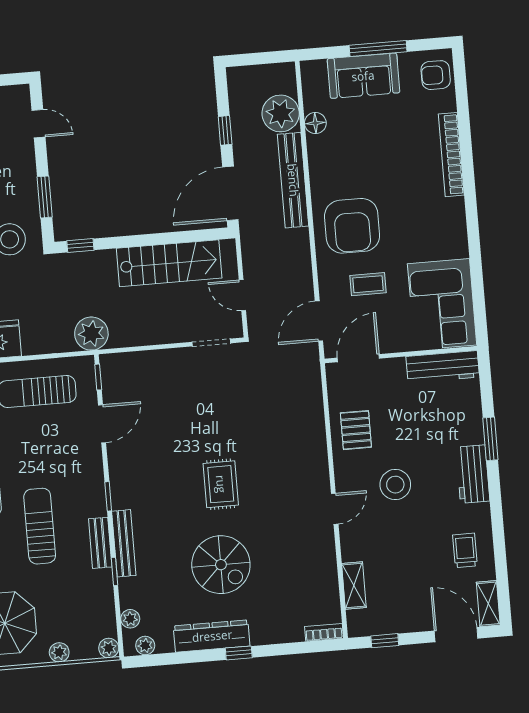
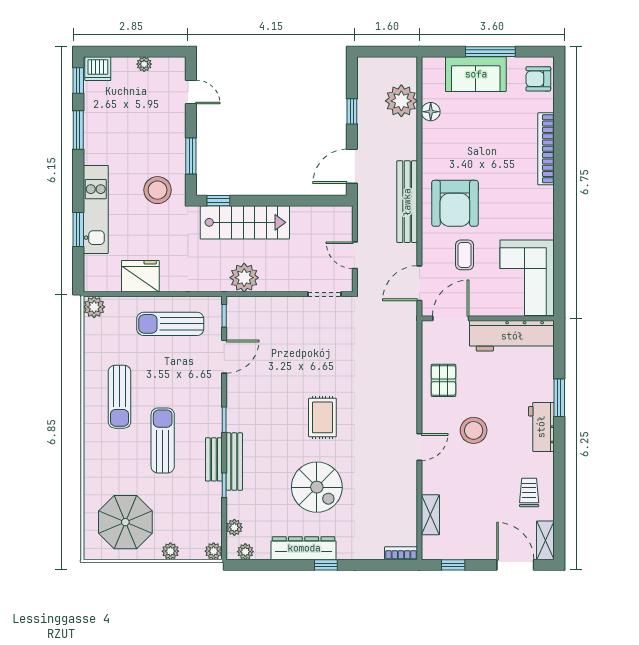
bench: (293, 180) -> (407, 202), moved
door: (230, 193) -> (352, 166), width x0.73
stairs: (169, 263) -> (245, 222), moved
coffee table: (368, 284) -> (465, 255), turned 90
plant: (91, 334) -> (244, 278), moved
workbench: (443, 367) -> (512, 336), width x1.36, depth x1.32

